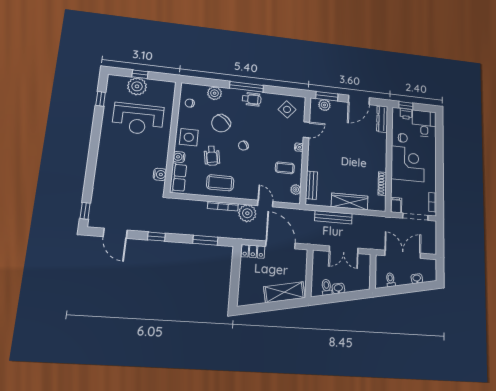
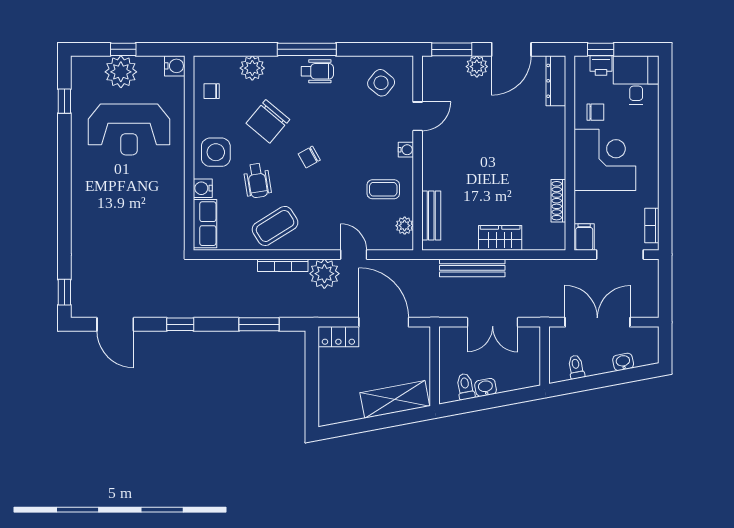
plant: (324, 105) -> (477, 67), moved
water cooler: (160, 174) -> (175, 66), moved
coffee table: (220, 183) -> (275, 226), turned -32
wardrobe: (350, 201) -> (500, 238), width x0.67

